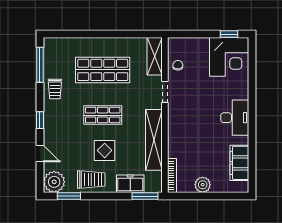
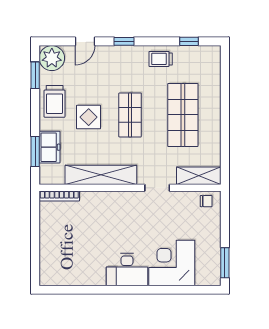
window: (229, 34) -> (225, 263), width x1.50
corner desk: (229, 57) -> (172, 263), moved, turned 90
window: (40, 65) -> (189, 41), width x0.46
chair: (178, 65) -> (206, 201), moved
filing cabinet: (239, 163) -> (74, 275), removed
plant: (203, 185) -> (48, 232), removed
window: (145, 196) -> (35, 151), moved

